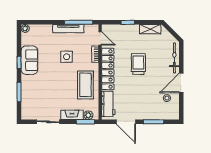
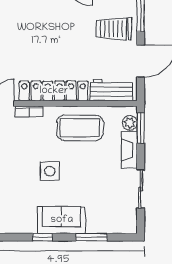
side table: (67, 57) -> (50, 171), moved
sofa: (29, 60) -> (62, 220), moved
trolley: (138, 64) -> (114, 29), moved

